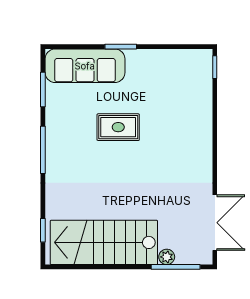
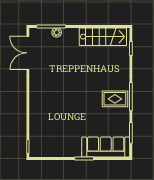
rug: (118, 127) -> (115, 99), moved
stairs: (104, 242) -> (103, 37), width x0.73, depth x0.66

